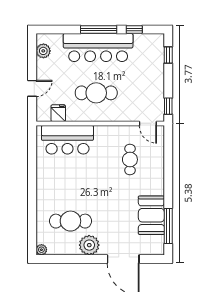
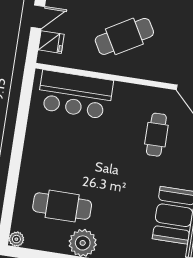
cafe table: (96, 93) -> (124, 36), turned -30
fridge: (58, 113) -> (51, 42), moved, turned 90

